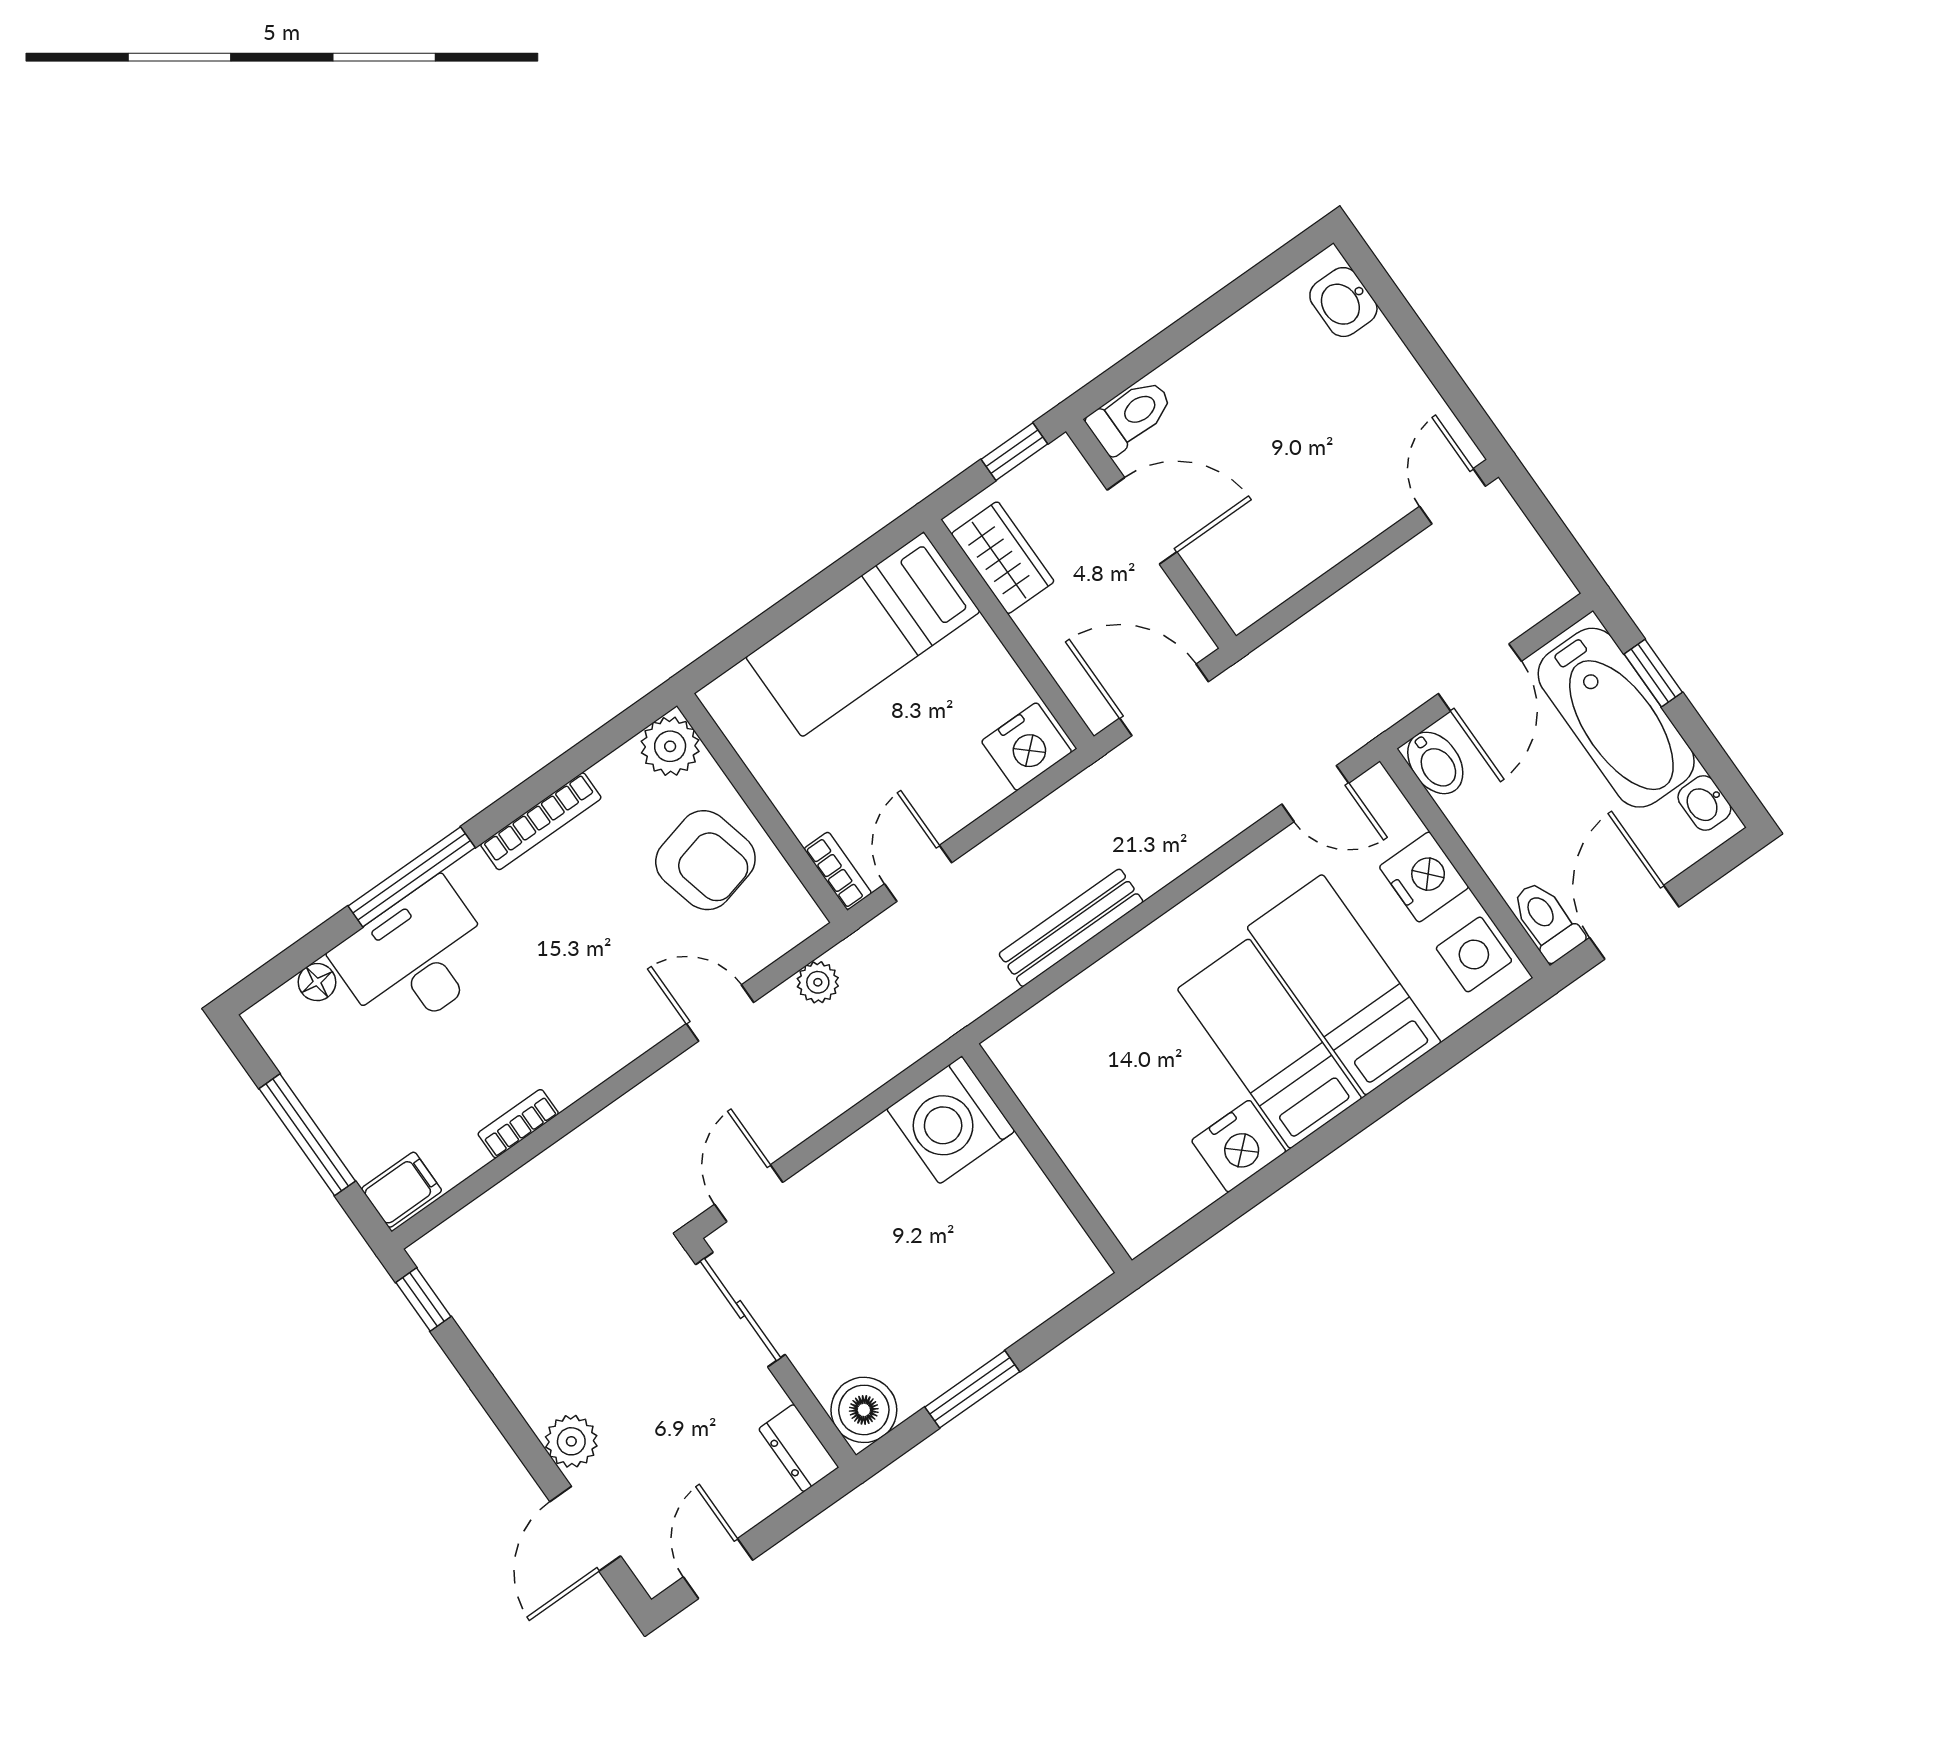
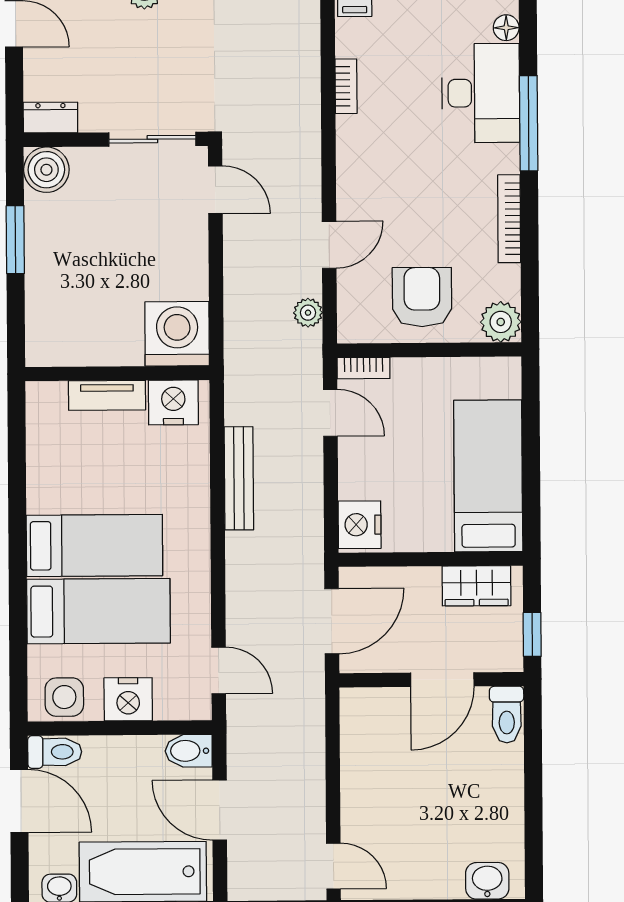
door: (1315, 794) -> (219, 670), swing flipped
armchair: (705, 860) -> (422, 297), turned 104
nightstand: (1239, 1146) -> (173, 402), moved, turned 90
tv unit: (1081, 1152) -> (107, 395), added

